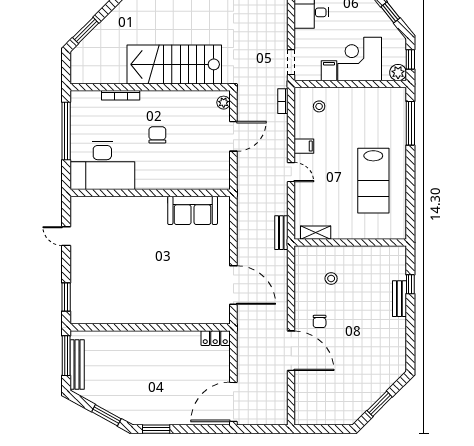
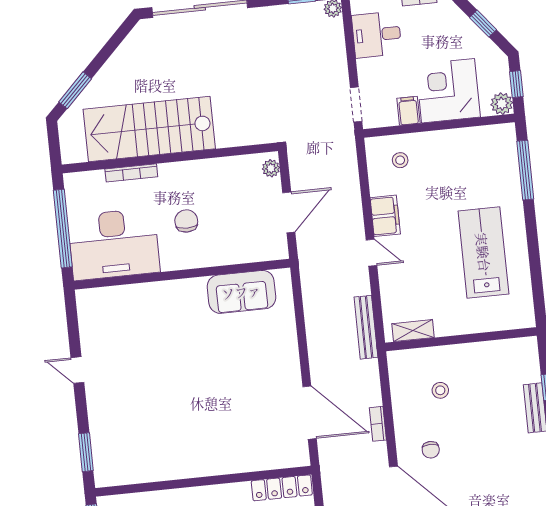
stairs: (174, 64) -> (149, 129), moved
bookcase: (283, 101) -> (378, 424), moved
filing cabinet: (304, 146) -> (385, 216), width x2.00
desk: (102, 166) -> (114, 244), moved
lab bench: (373, 181) -> (483, 252), turned 180
wall: (150, 193) -> (182, 274), moved
sofa: (193, 210) -> (241, 292), moved
bench: (281, 233) -> (366, 327), width x1.36
locker: (215, 338) -> (282, 488), width x1.53

